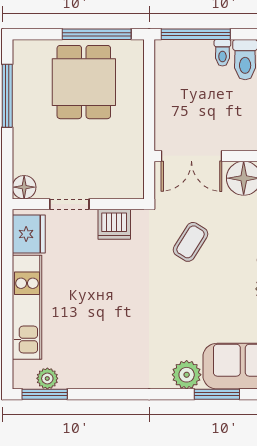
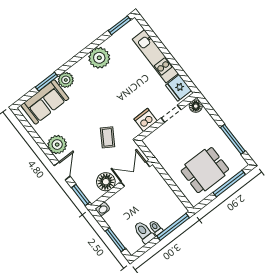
window: (97, 34) -> (229, 184), moved
dining table: (84, 82) -> (205, 170), turned 90
plant: (47, 378) -> (99, 58), moved, width x1.88, depth x1.88

